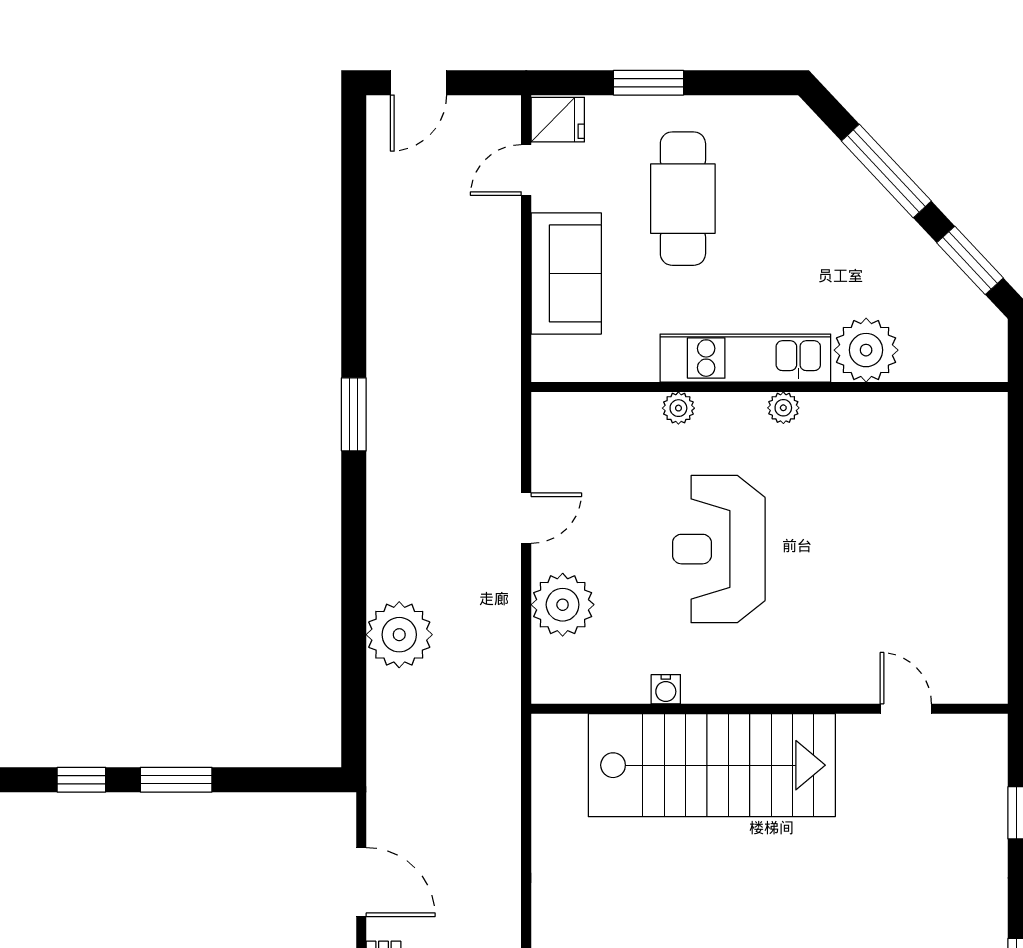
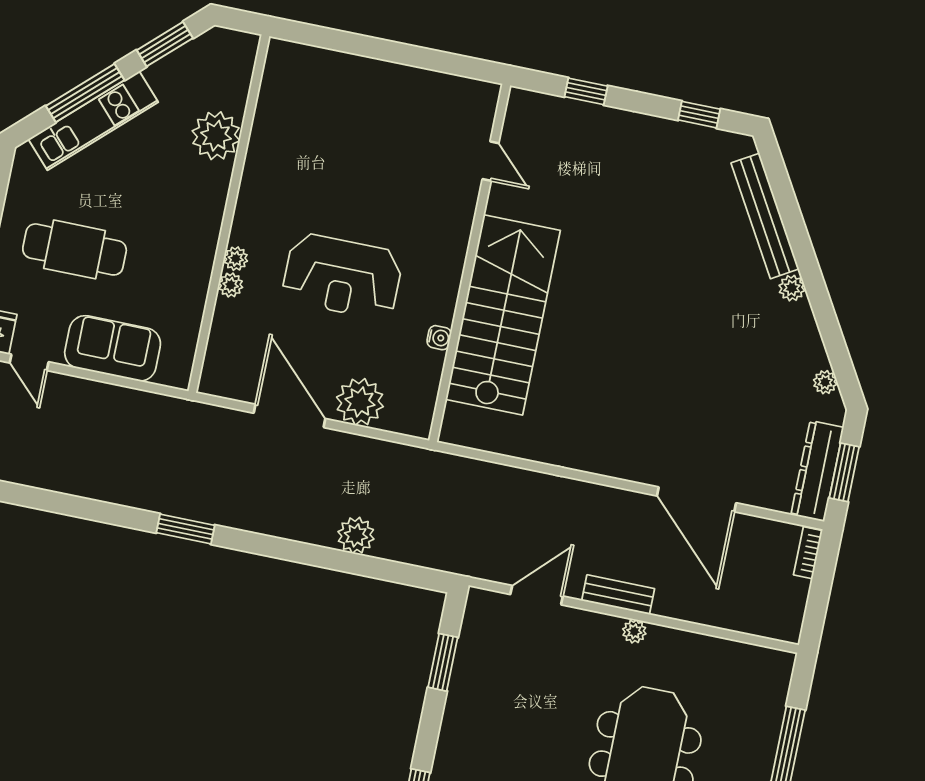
kitchen unit: (745, 358) -> (93, 121), moved, turned -133
plant: (783, 408) -> (236, 259), moved
door: (526, 518) -> (290, 416), width x1.88
plant: (399, 635) -> (356, 535), width x0.73, depth x0.73
door: (906, 709) -> (491, 161), swing flipped
window: (176, 780) -> (443, 662), moved

